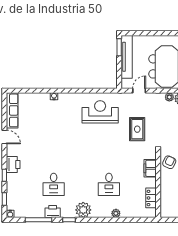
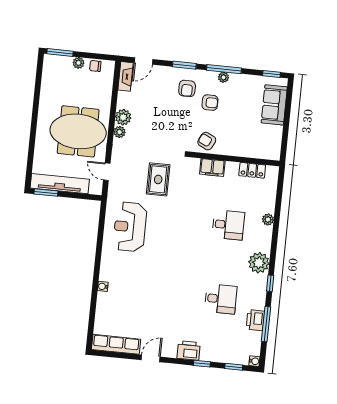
rug: (137, 129) -> (158, 179), turned 90
printer: (53, 212) -> (255, 320), moved

